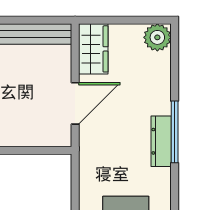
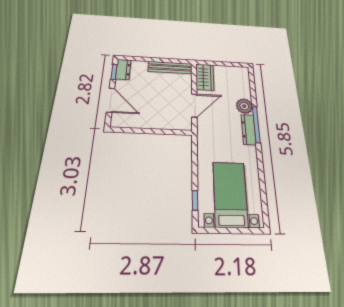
plant: (157, 37) -> (244, 106), moved

